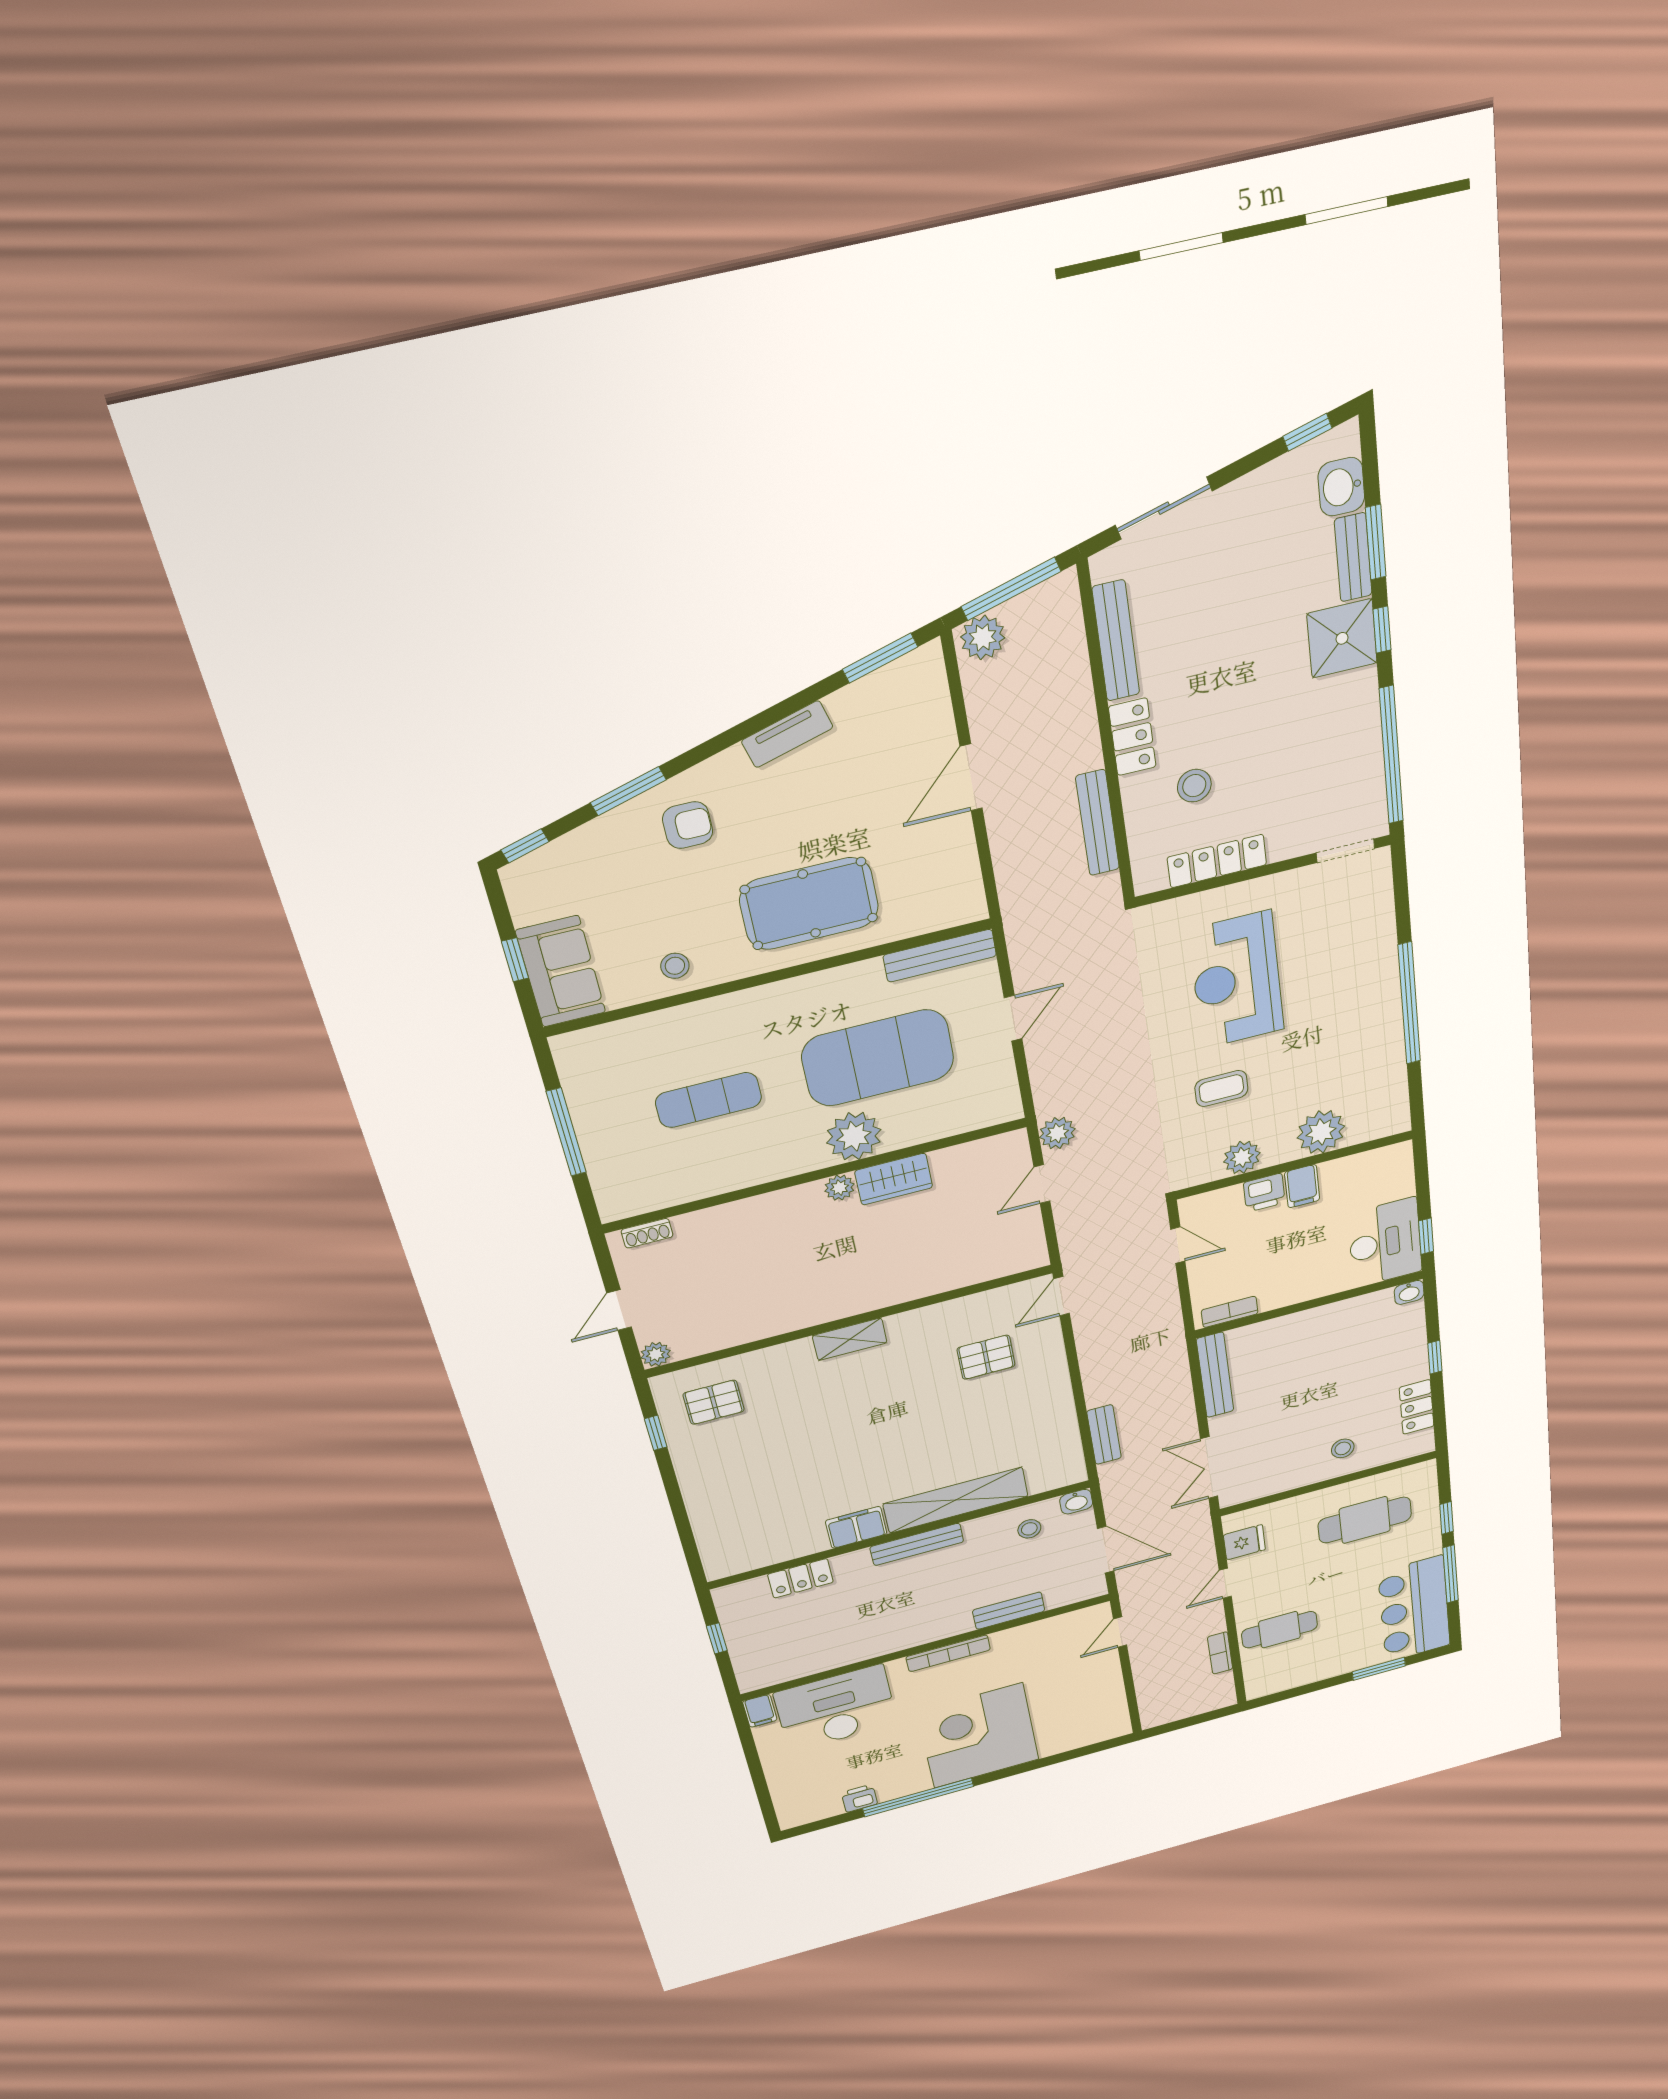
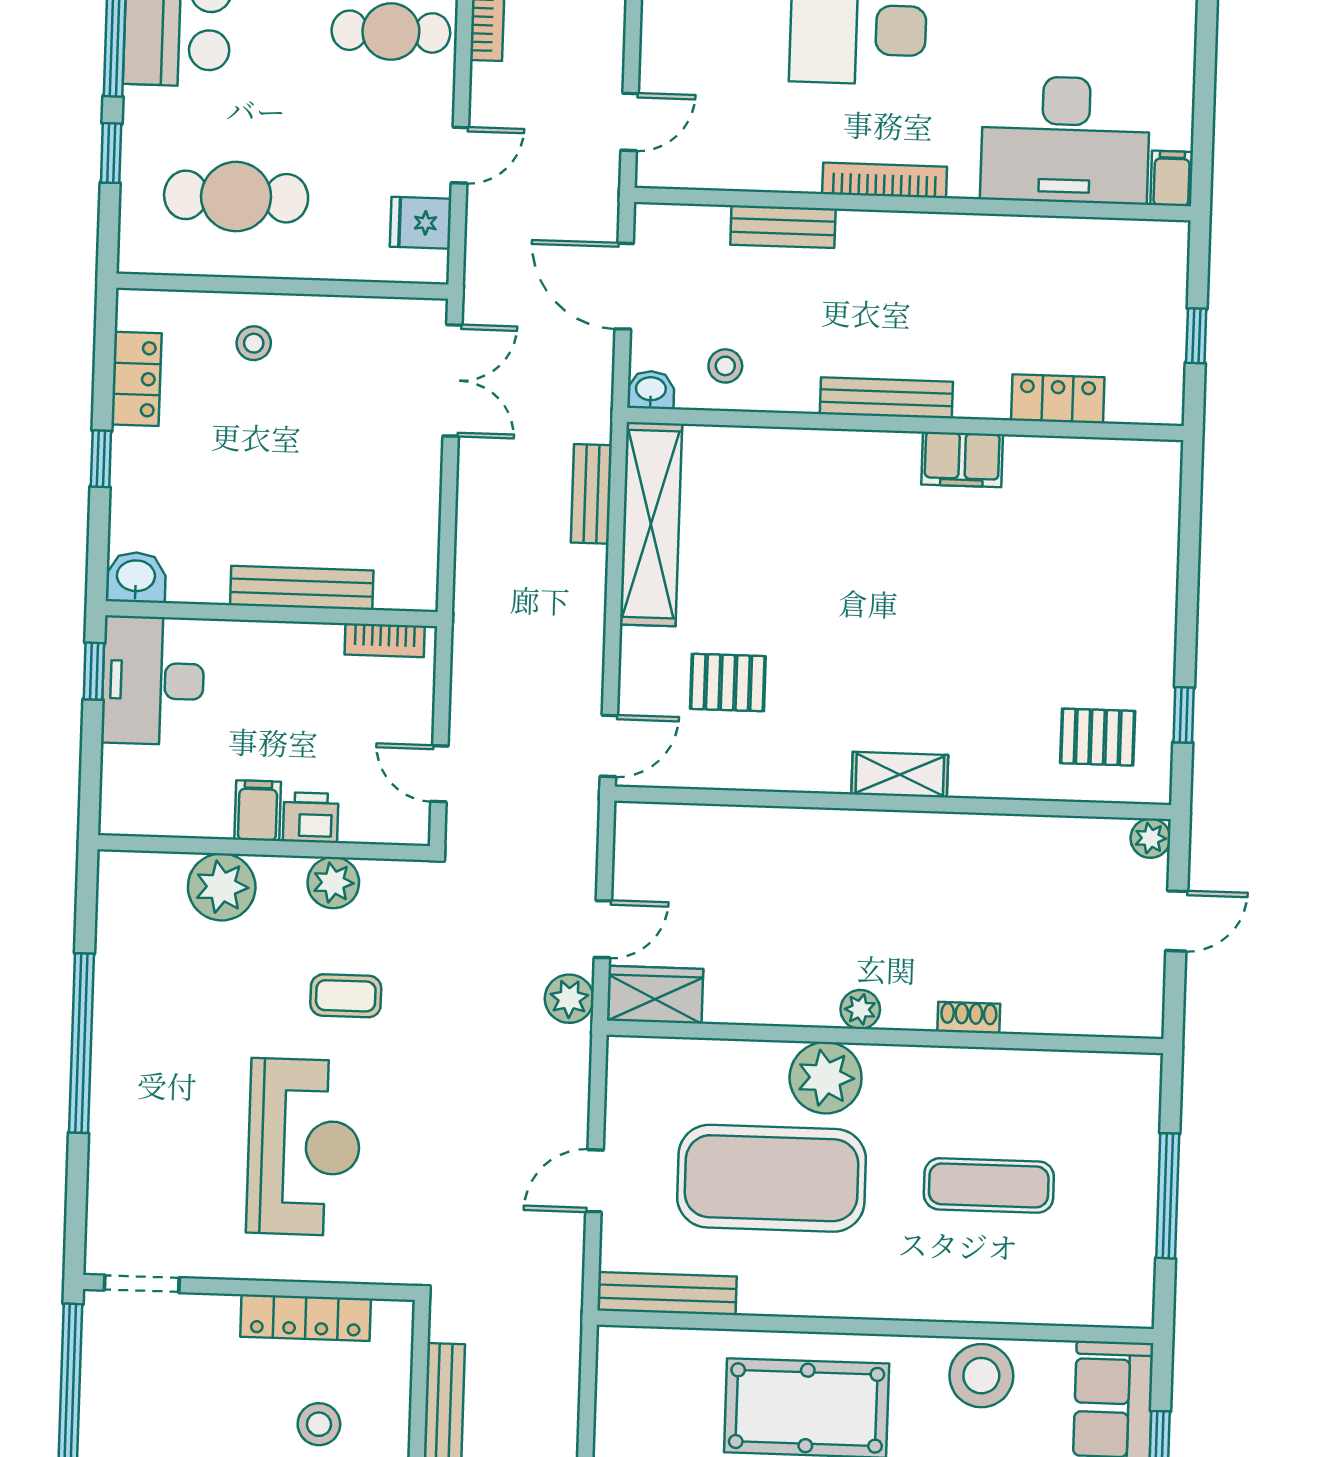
stool: (675, 966) -> (981, 1376), width x1.89, depth x1.89
wardrobe: (894, 1179) -> (655, 995), moved
shoe rack: (647, 1233) -> (969, 1018), moved
washbasin: (1409, 1292) -> (136, 577), width x1.38, depth x1.45
bench: (1215, 1375) -> (302, 588), moved, turned 90
shelving: (956, 1500) -> (651, 524), moved, turned 90

